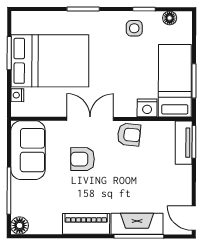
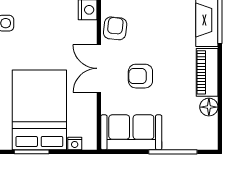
armchair: (83, 159) -> (140, 76), turned 90
floor lamp: (20, 225) -> (209, 107), moved

